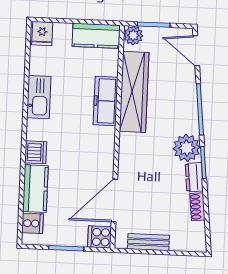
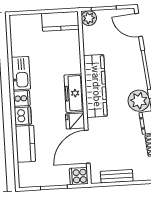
fridge: (42, 34) -> (75, 121), moved, turned 90
wardrobe: (134, 92) -> (95, 86), moved
freezer: (106, 101) -> (74, 93), moved
cooker: (32, 223) -> (22, 98), moved

